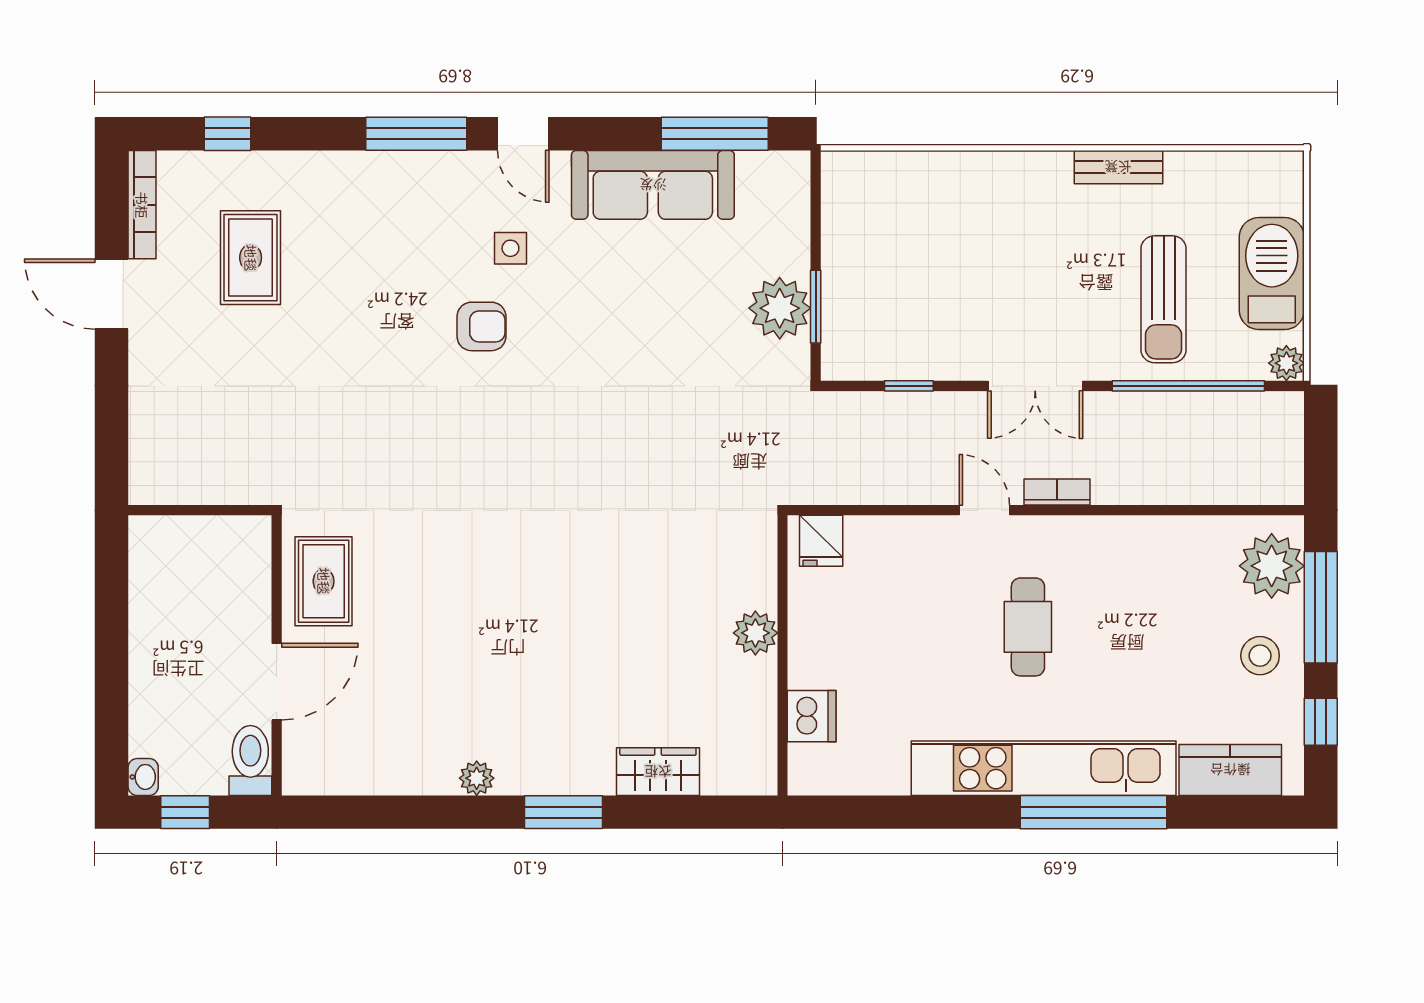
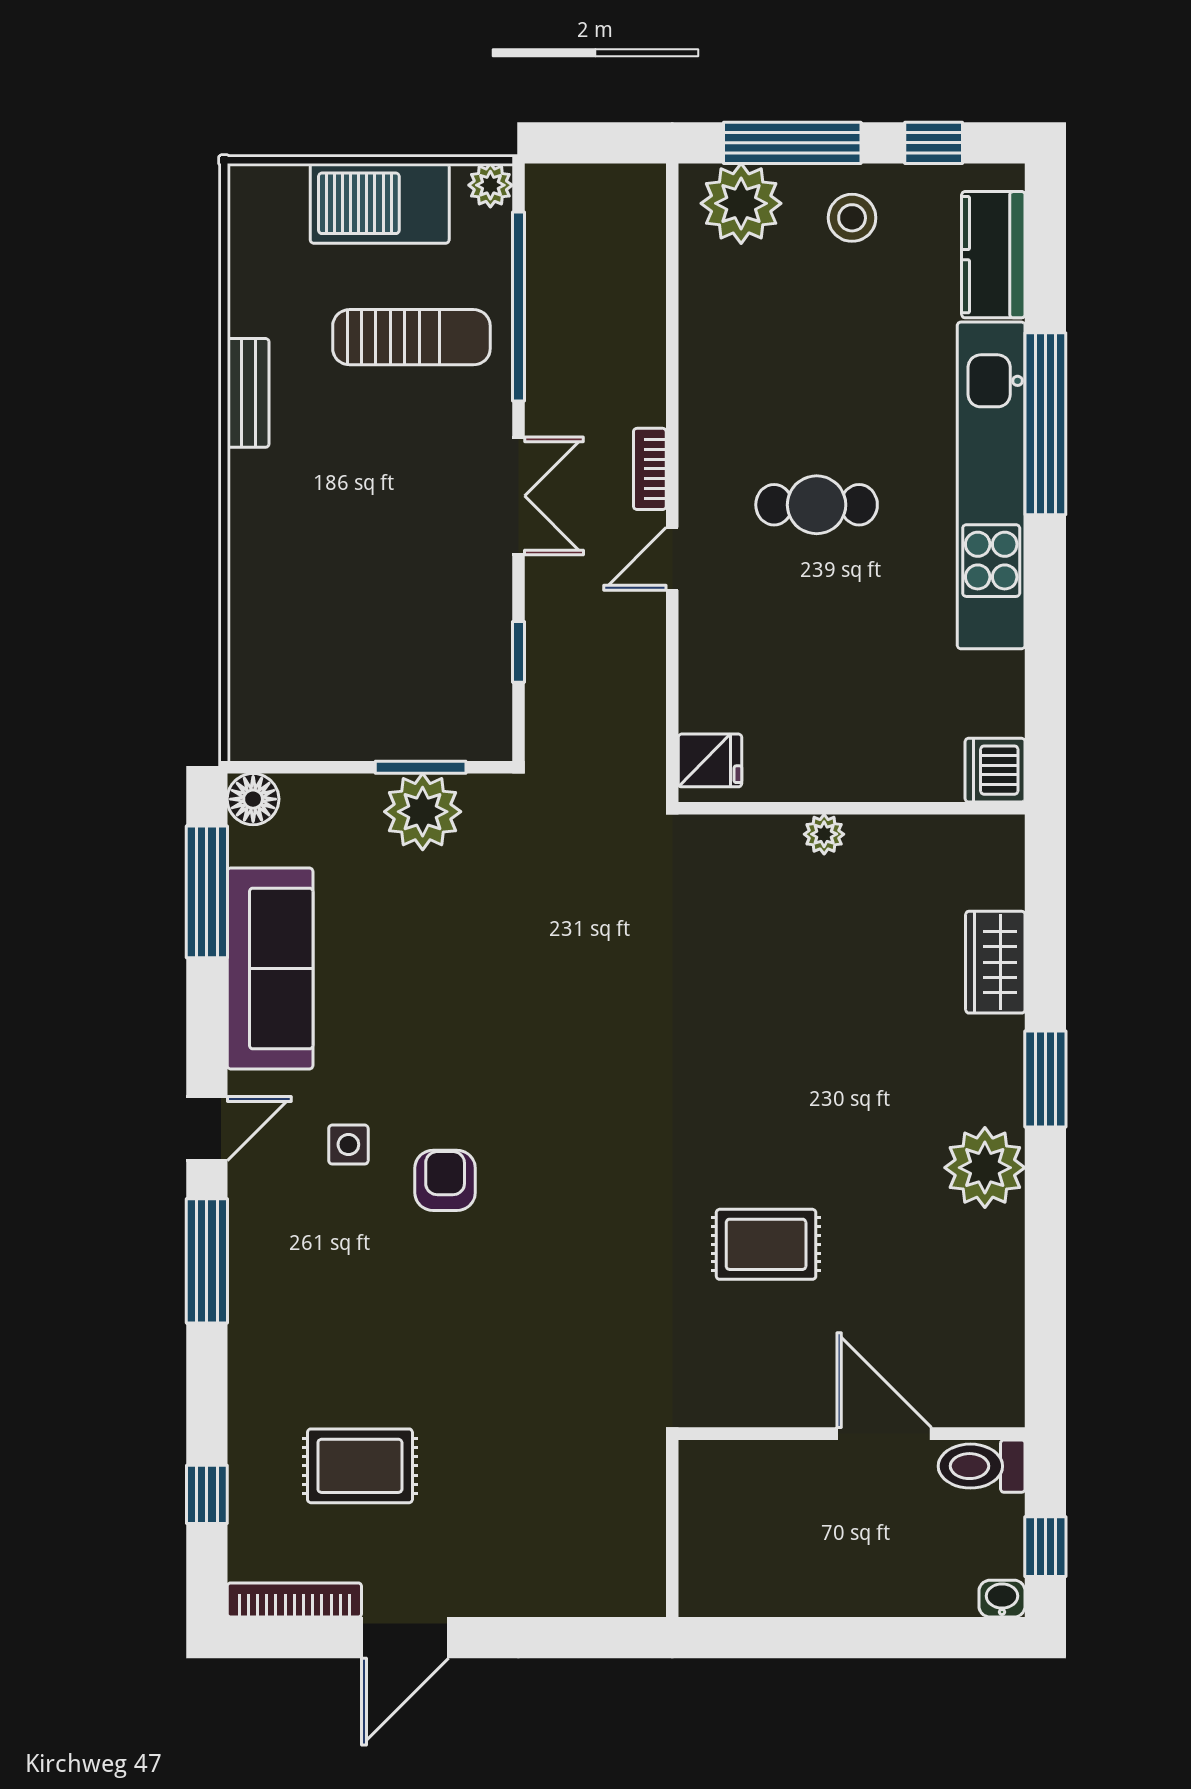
floor lamp: (790, 171) -> (253, 799), added
rug: (324, 581) -> (766, 1244), moved
plant: (755, 633) -> (824, 834), width x0.73, depth x0.73
dishwasher: (812, 716) -> (995, 770), moved, turned -90
plant: (477, 778) -> (985, 1168), width x1.87, depth x1.87

